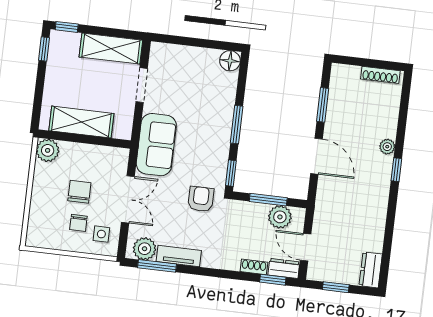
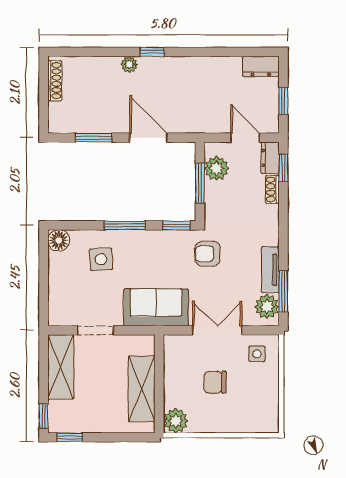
side table: (208, 98) -> (101, 259), added
door: (316, 156) -> (148, 138), hinge flipped
chair: (78, 223) -> (248, 379), removed
door: (306, 247) -> (245, 138), swing flipped

